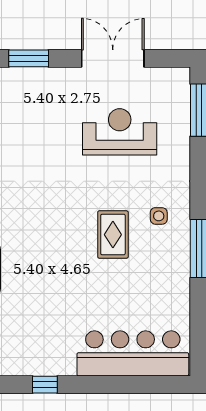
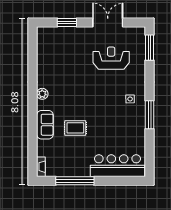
rug: (113, 235) -> (75, 128), moved, turned 90
window: (45, 385) -> (75, 181), width x3.17

